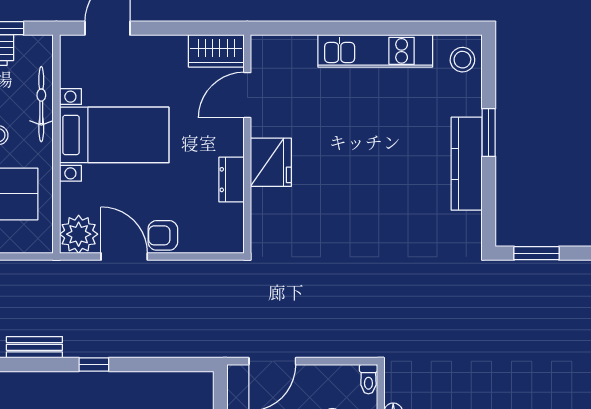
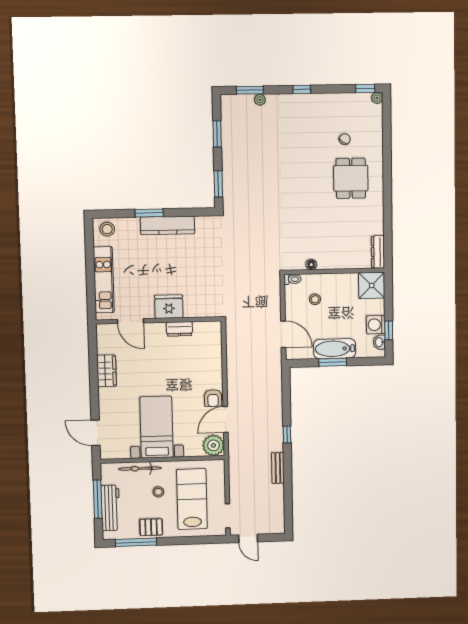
door: (247, 95) -> (130, 321), moved
wall: (247, 144) -> (159, 320), moved
fridge: (271, 162) -> (169, 307), moved
dresser: (232, 180) -> (179, 329), moved

